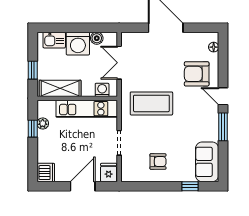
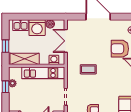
coffee table: (151, 103) -> (88, 69), width x0.54, depth x0.58

